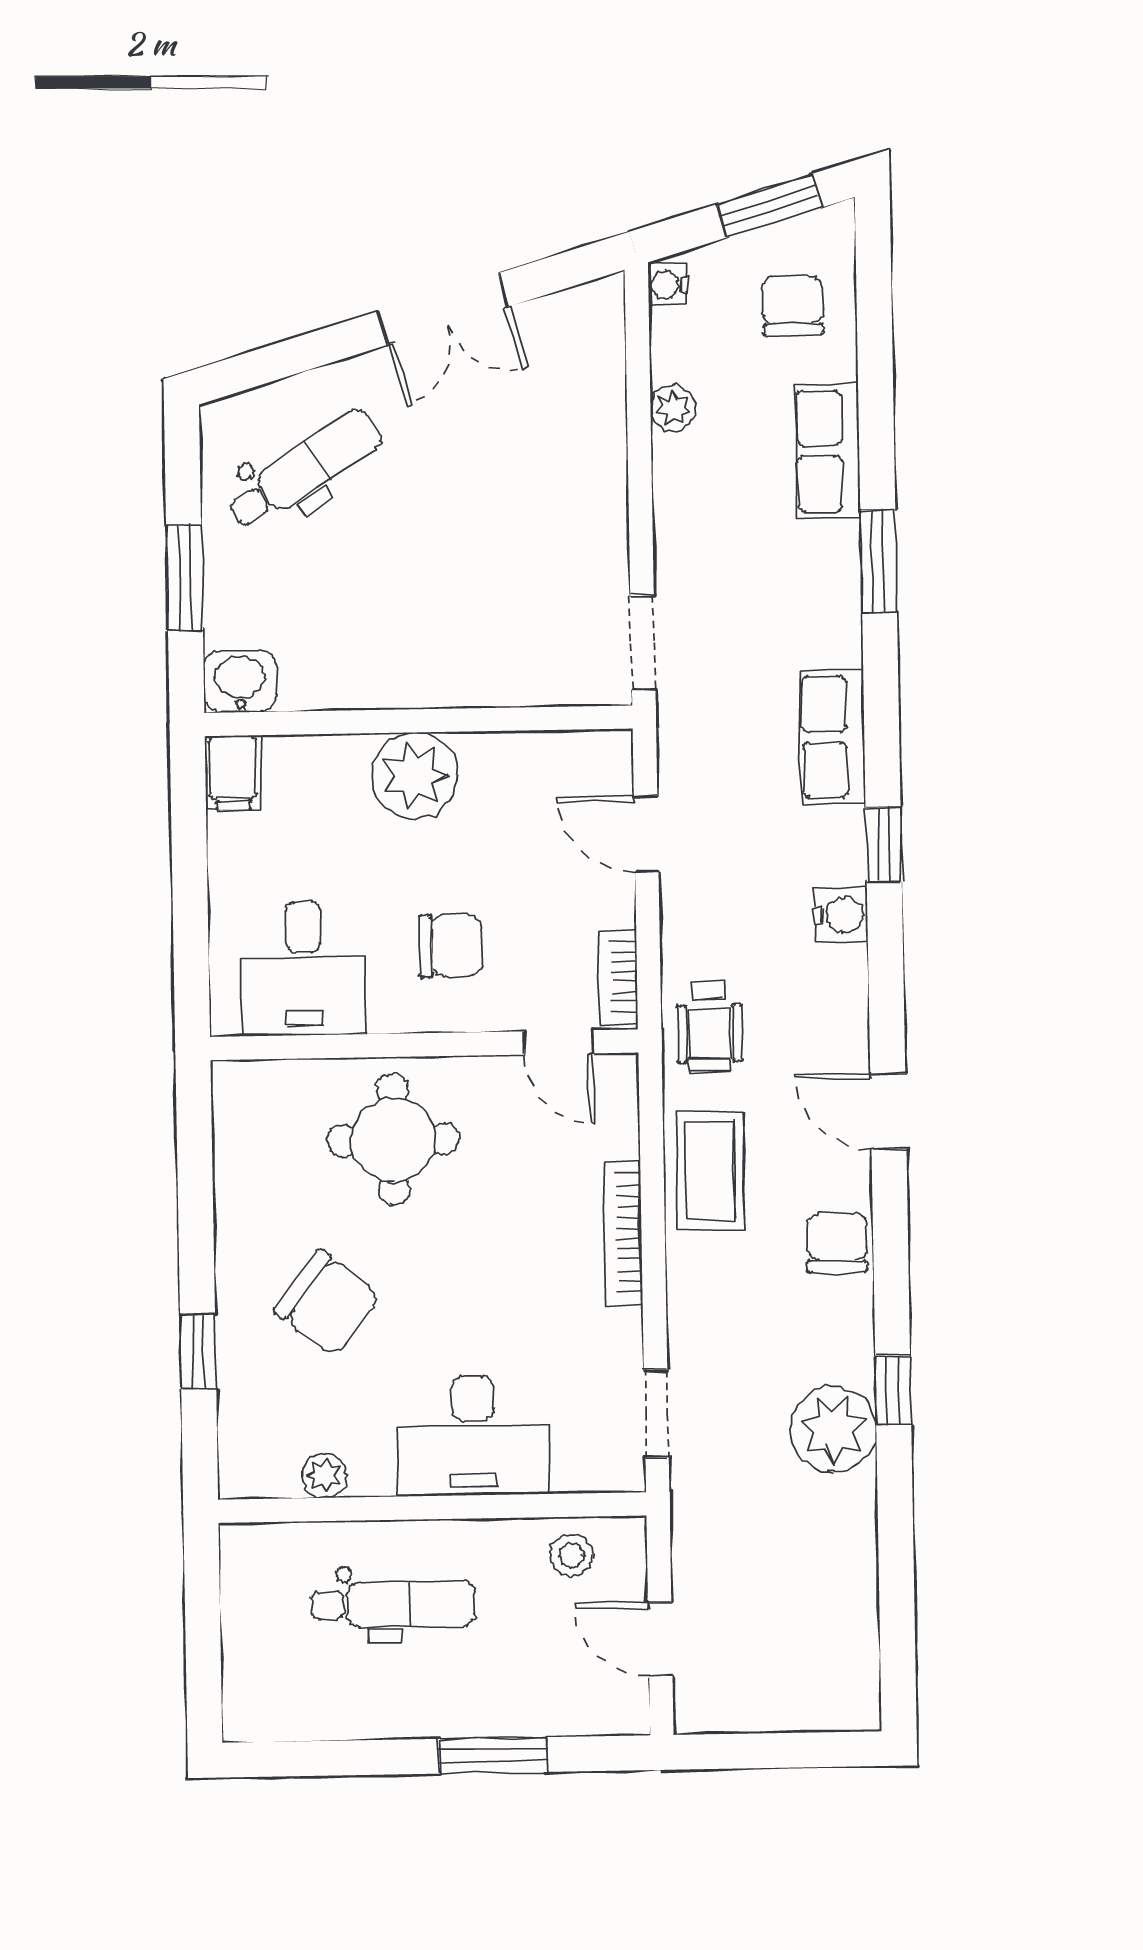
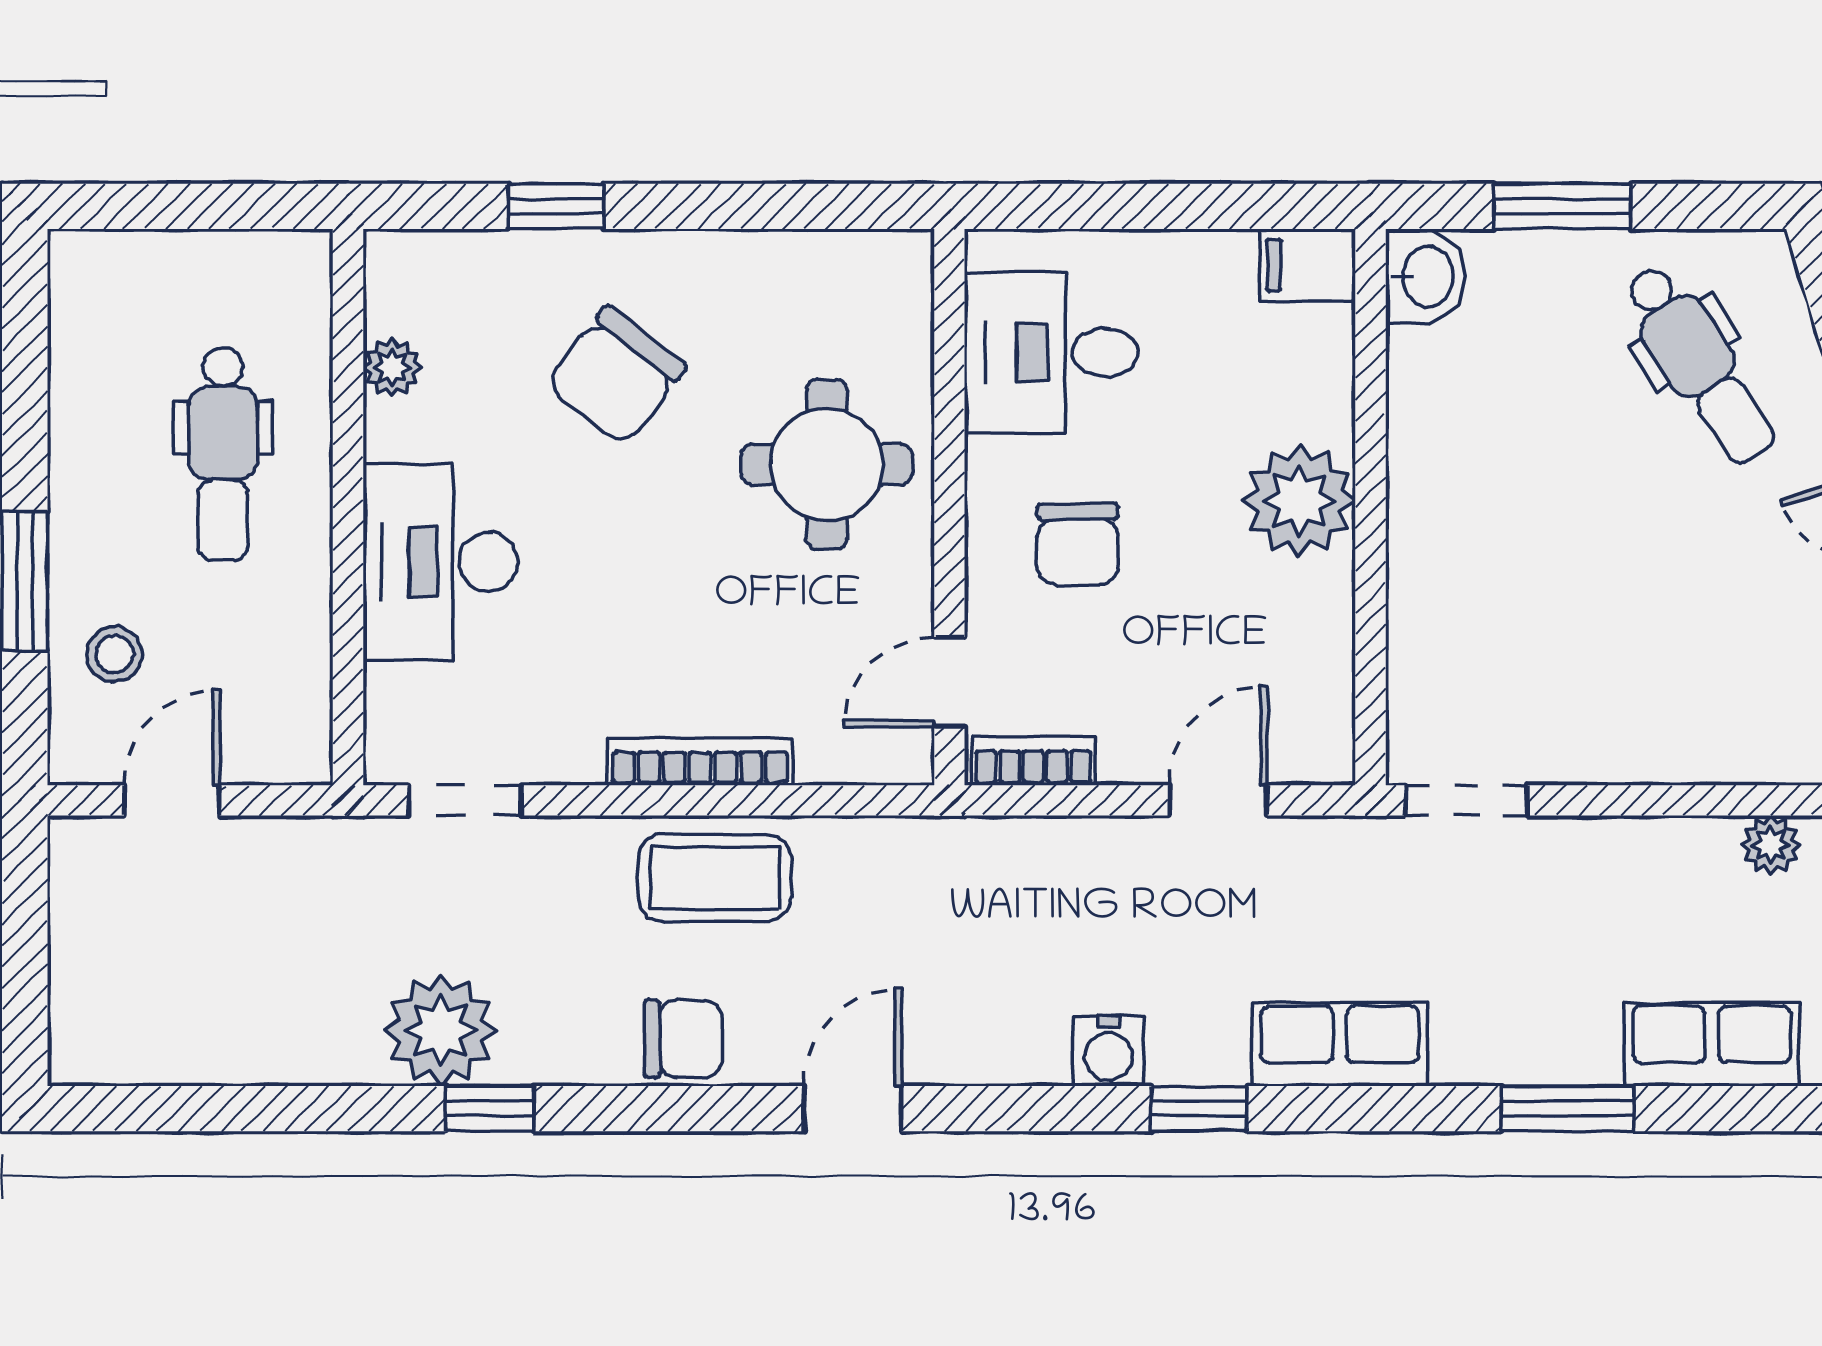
wheelchair: (709, 1026) -> (967, 878), removed
coffee table: (711, 1171) -> (715, 878), moved
stool: (572, 1555) -> (114, 654), moved

